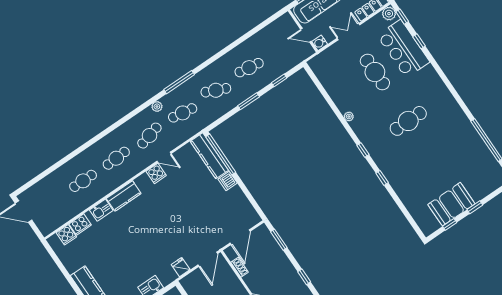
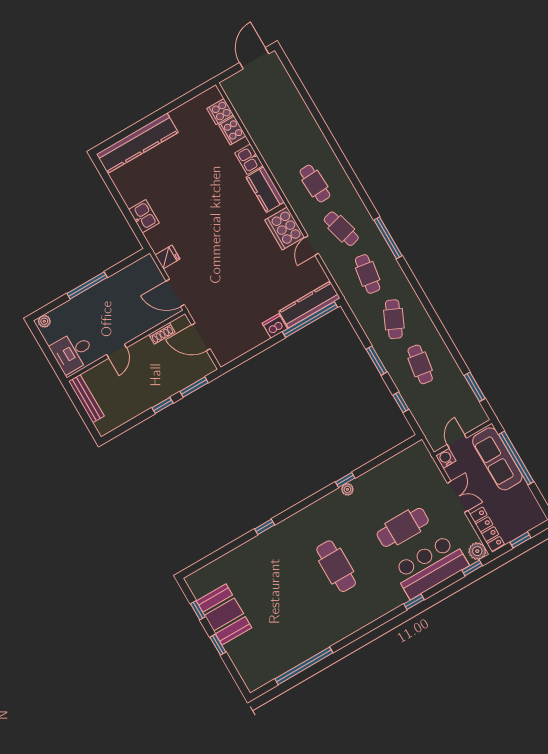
window: (263, 25) -> (475, 387), added
window: (419, 41) -> (414, 602), moved
window: (179, 82) -> (388, 238), moved
plant: (157, 107) -> (378, 241), removed
window: (363, 150) -> (345, 480), moved
cooker: (156, 173) -> (285, 228), width x1.87, depth x1.31
cafe table: (83, 181) -> (289, 138), removed
window: (304, 277) -> (162, 405), moved

